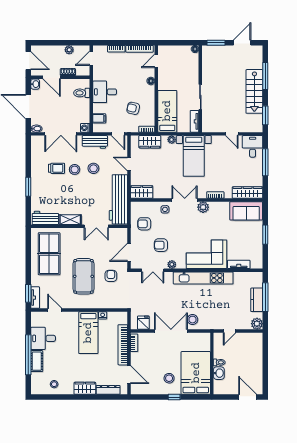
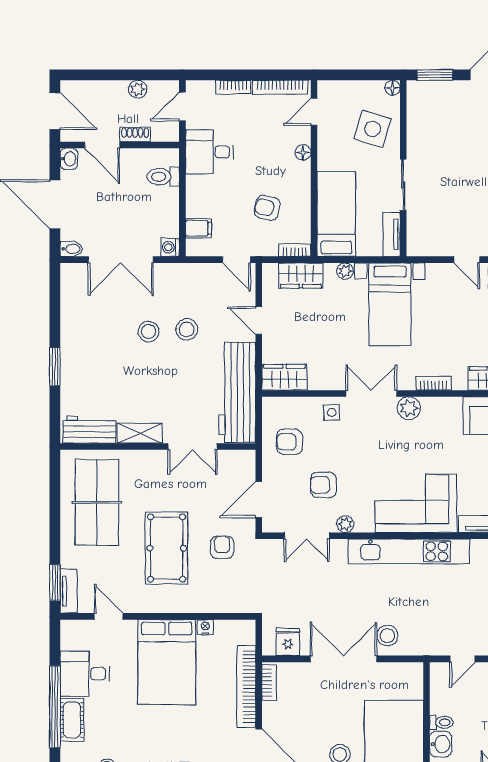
side table: (185, 69) -> (373, 129), added
desk: (105, 92) -> (209, 152), moved
workbench: (95, 142) -> (190, 276), removed
trolley: (57, 168) -> (112, 329), removed
bed: (88, 333) -> (167, 662), width x1.50

